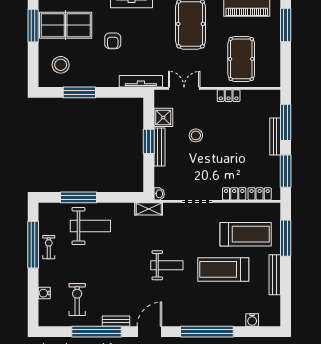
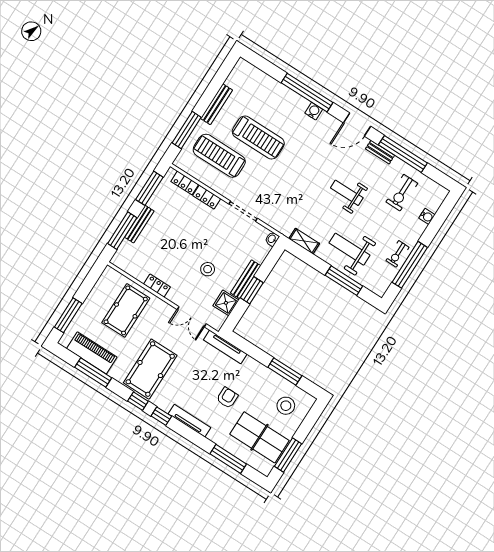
shelving: (149, 209) -> (304, 241), moved
weight bench: (167, 265) -> (347, 193), moved
water cooler: (252, 320) -> (314, 111), moved

